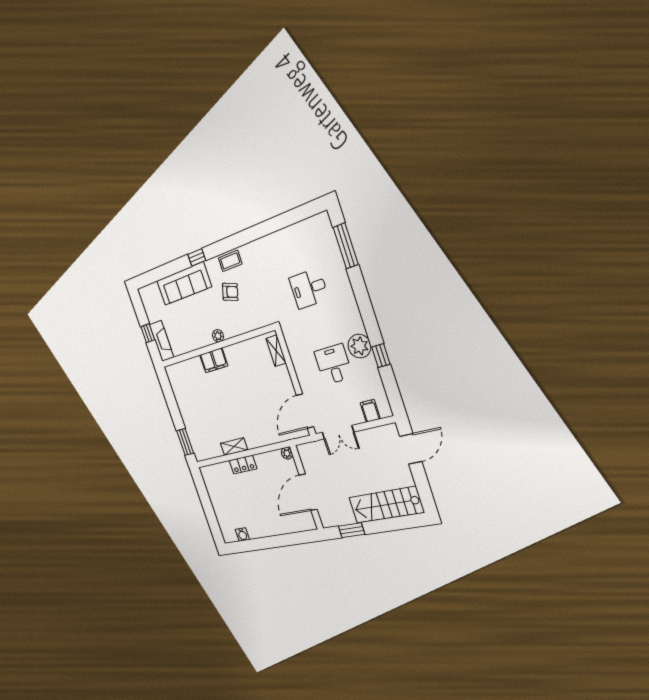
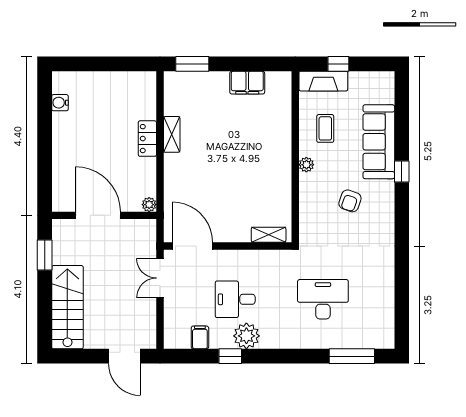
coffee table: (230, 261) -> (325, 128), moved
desk: (309, 289) -> (323, 299), width x1.37
filing cabinet: (214, 360) -> (247, 83), moved, turned -90
desk: (333, 364) -> (235, 299), turned 180
filing cabinet: (370, 411) -> (200, 337), moved, turned -90

